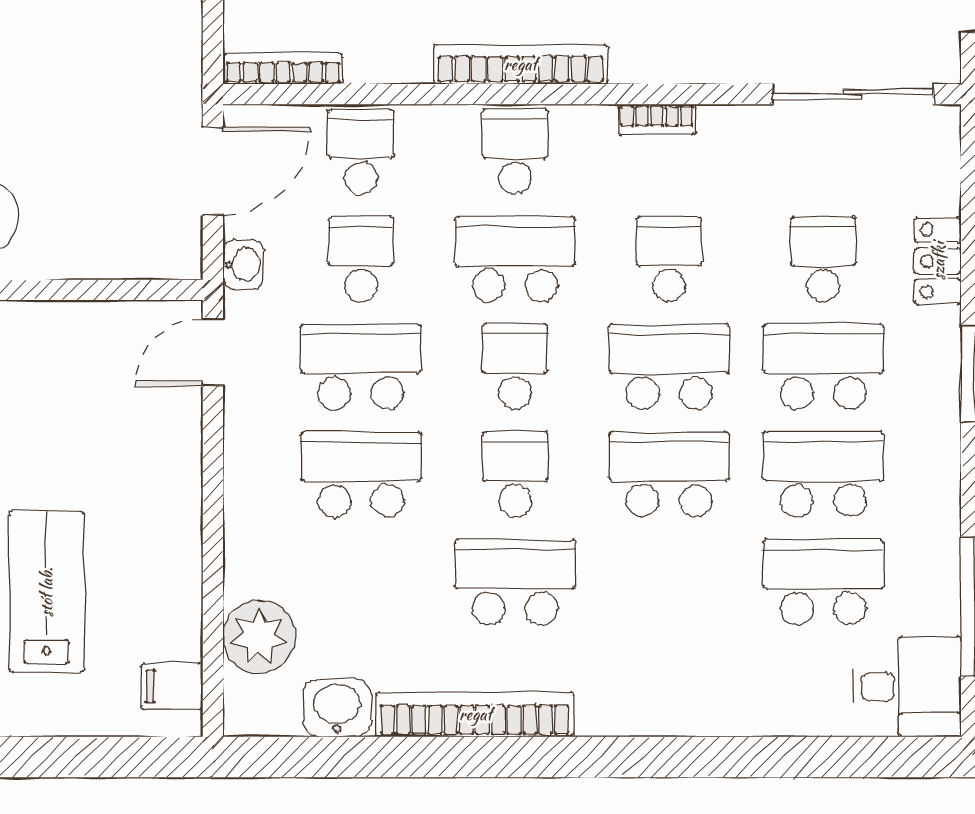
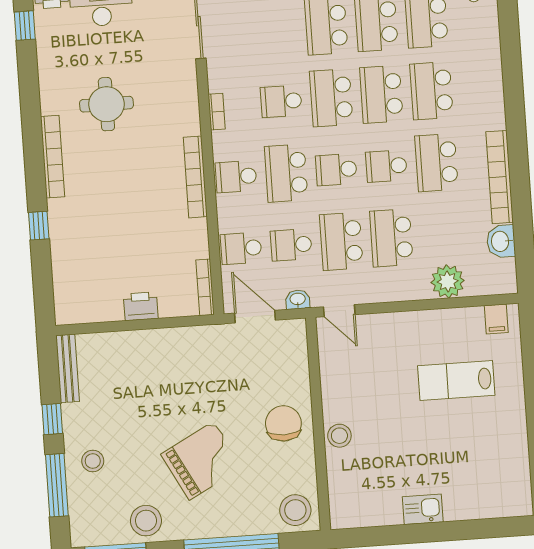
school desk: (823, 259) -> (431, 91), moved, width x1.85
plant: (259, 637) -> (448, 281), moved

